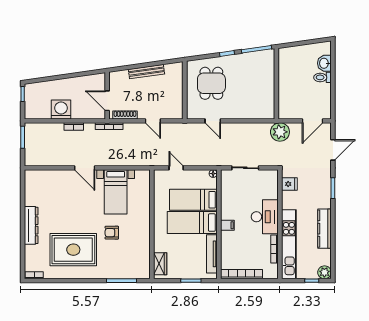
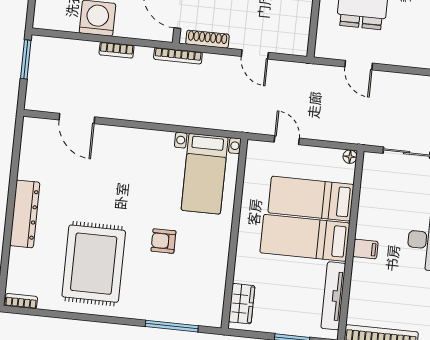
door: (85, 168) -> (77, 118), moved
bed with nightstands: (116, 192) -> (205, 174), moved
rug: (73, 250) -> (94, 264), turned 90

